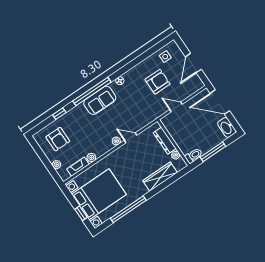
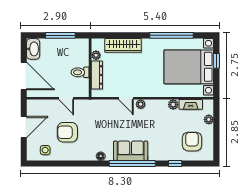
toilet: (194, 156) -> (80, 72), moved

